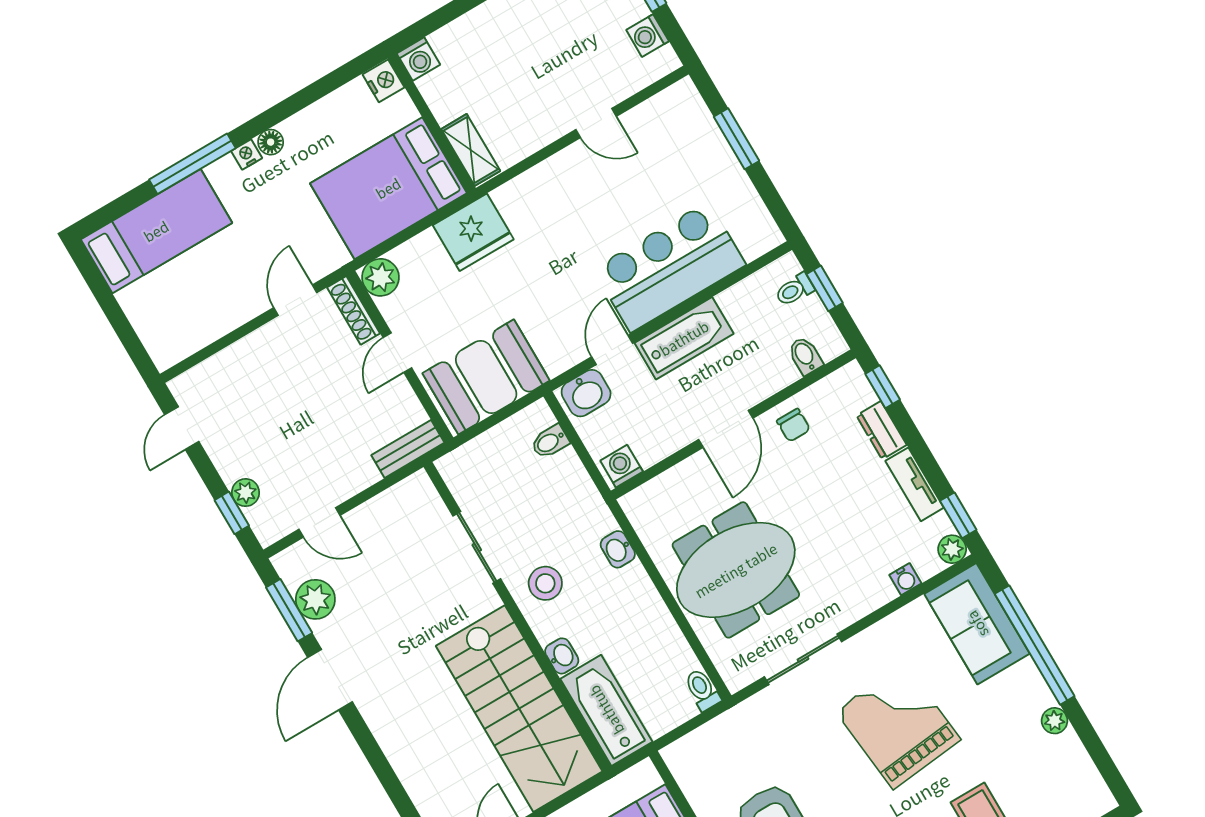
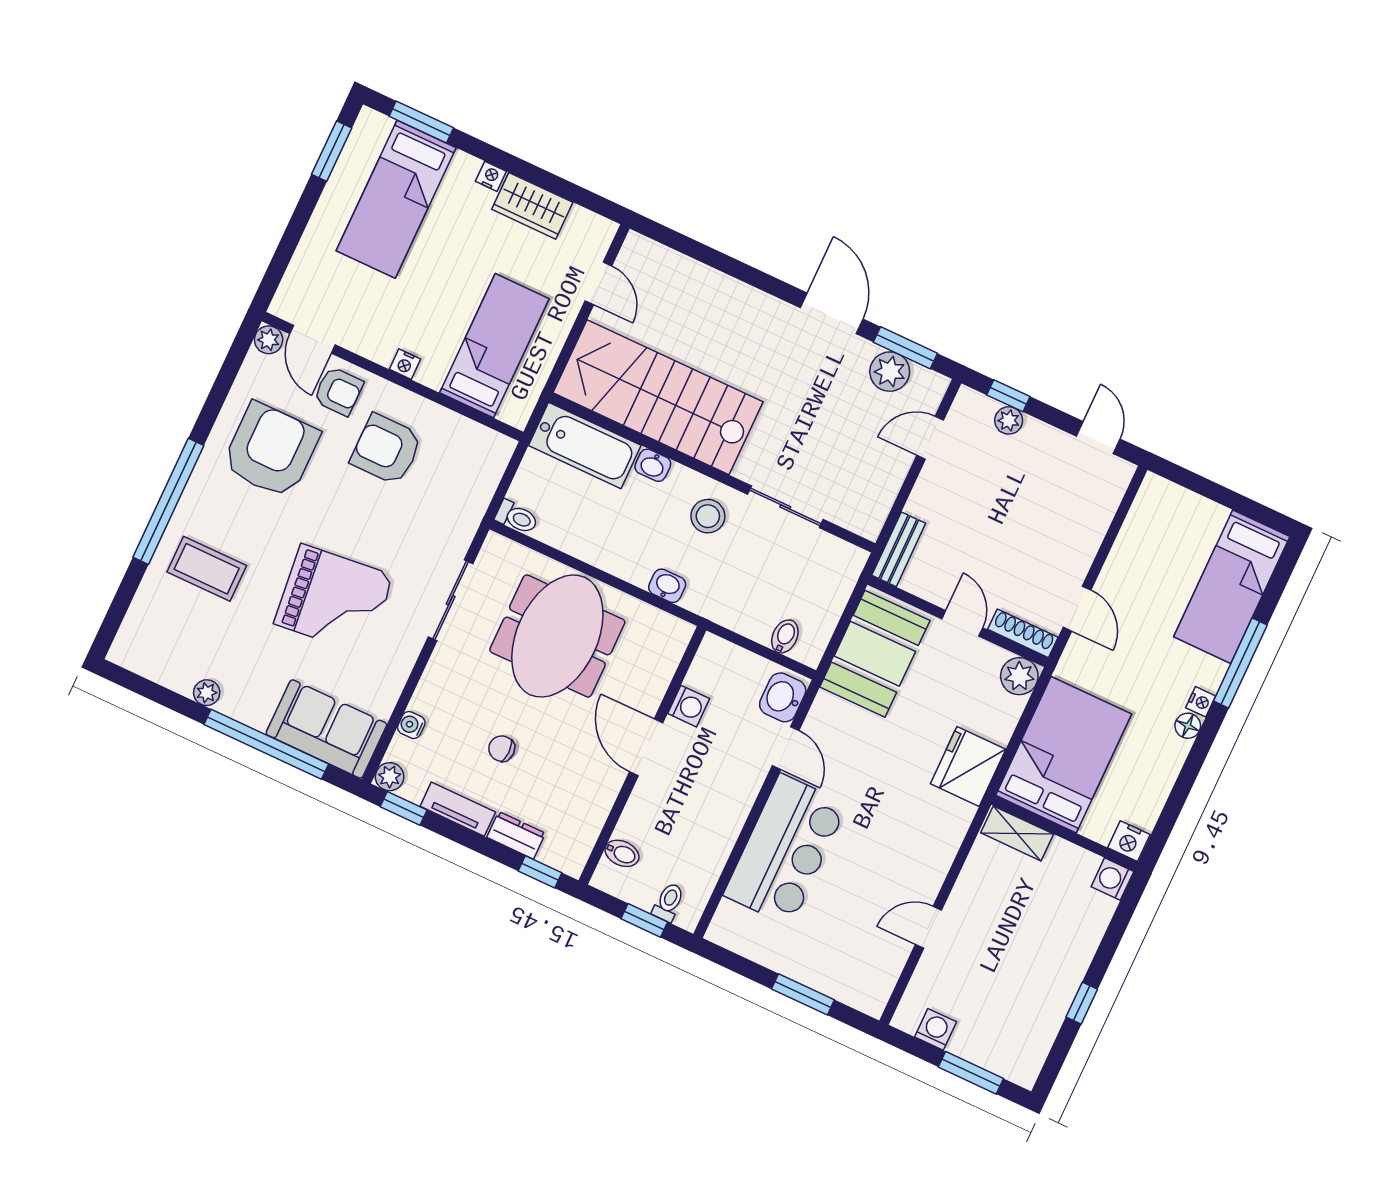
bathtub: (684, 338) -> (733, 799), removed
chair: (793, 425) -> (502, 749), moved
washing machine: (622, 466) -> (689, 706), moved

